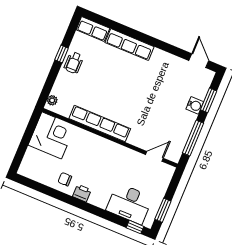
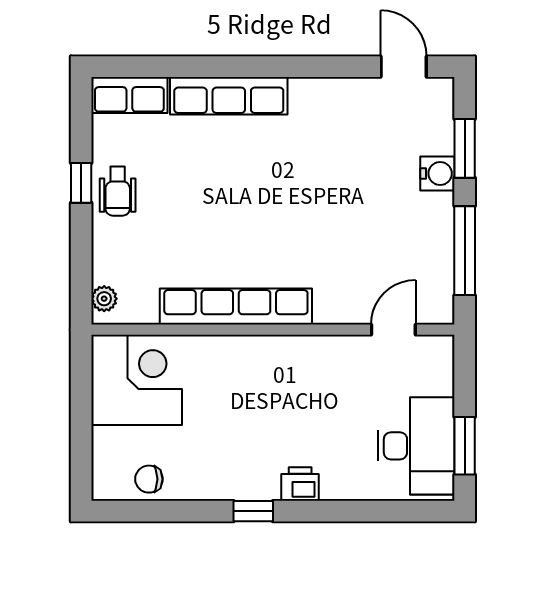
chair: (65, 179) -> (149, 479), moved
printer: (82, 193) -> (300, 484), moved
desk: (129, 204) -> (416, 446), moved, turned -90
window: (135, 227) -> (253, 511), moved

